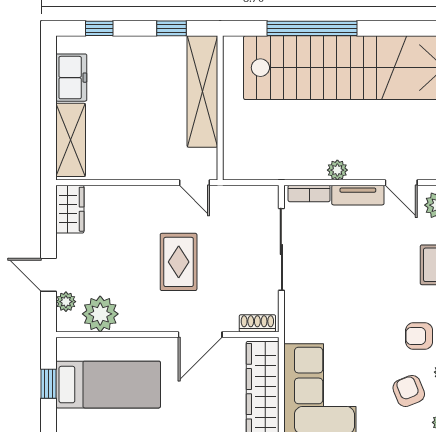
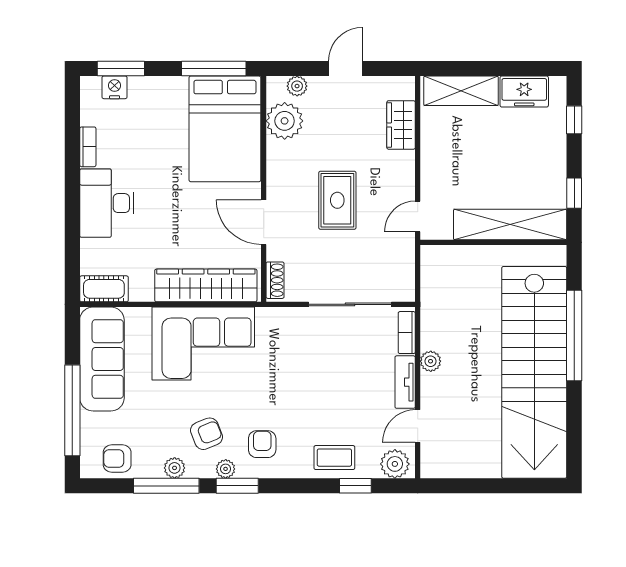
wardrobe: (70, 209) -> (401, 125), moved, turned 90
rug: (179, 262) -> (337, 200), turned 90
door: (49, 275) -> (346, 68), moved
window: (49, 384) -> (214, 68), width x2.17
bed: (108, 385) -> (225, 129), width x1.50

